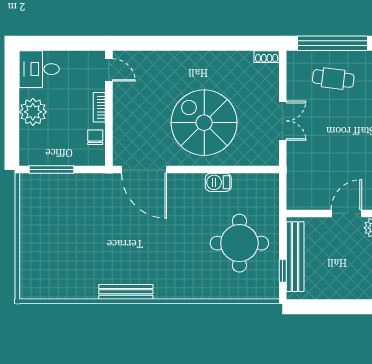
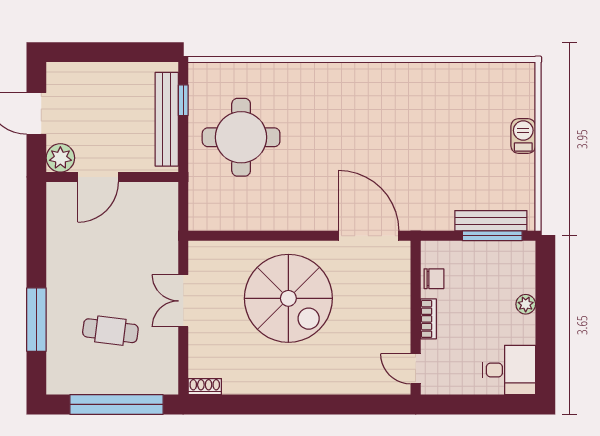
cafe table: (333, 79) -> (110, 331), moved
plant: (33, 112) -> (526, 304), width x0.53, depth x0.53
chair: (95, 137) -> (434, 279), turned -90
barbecue: (218, 182) -> (523, 136), moved, turned -90
bench: (126, 292) -> (491, 221), moved

